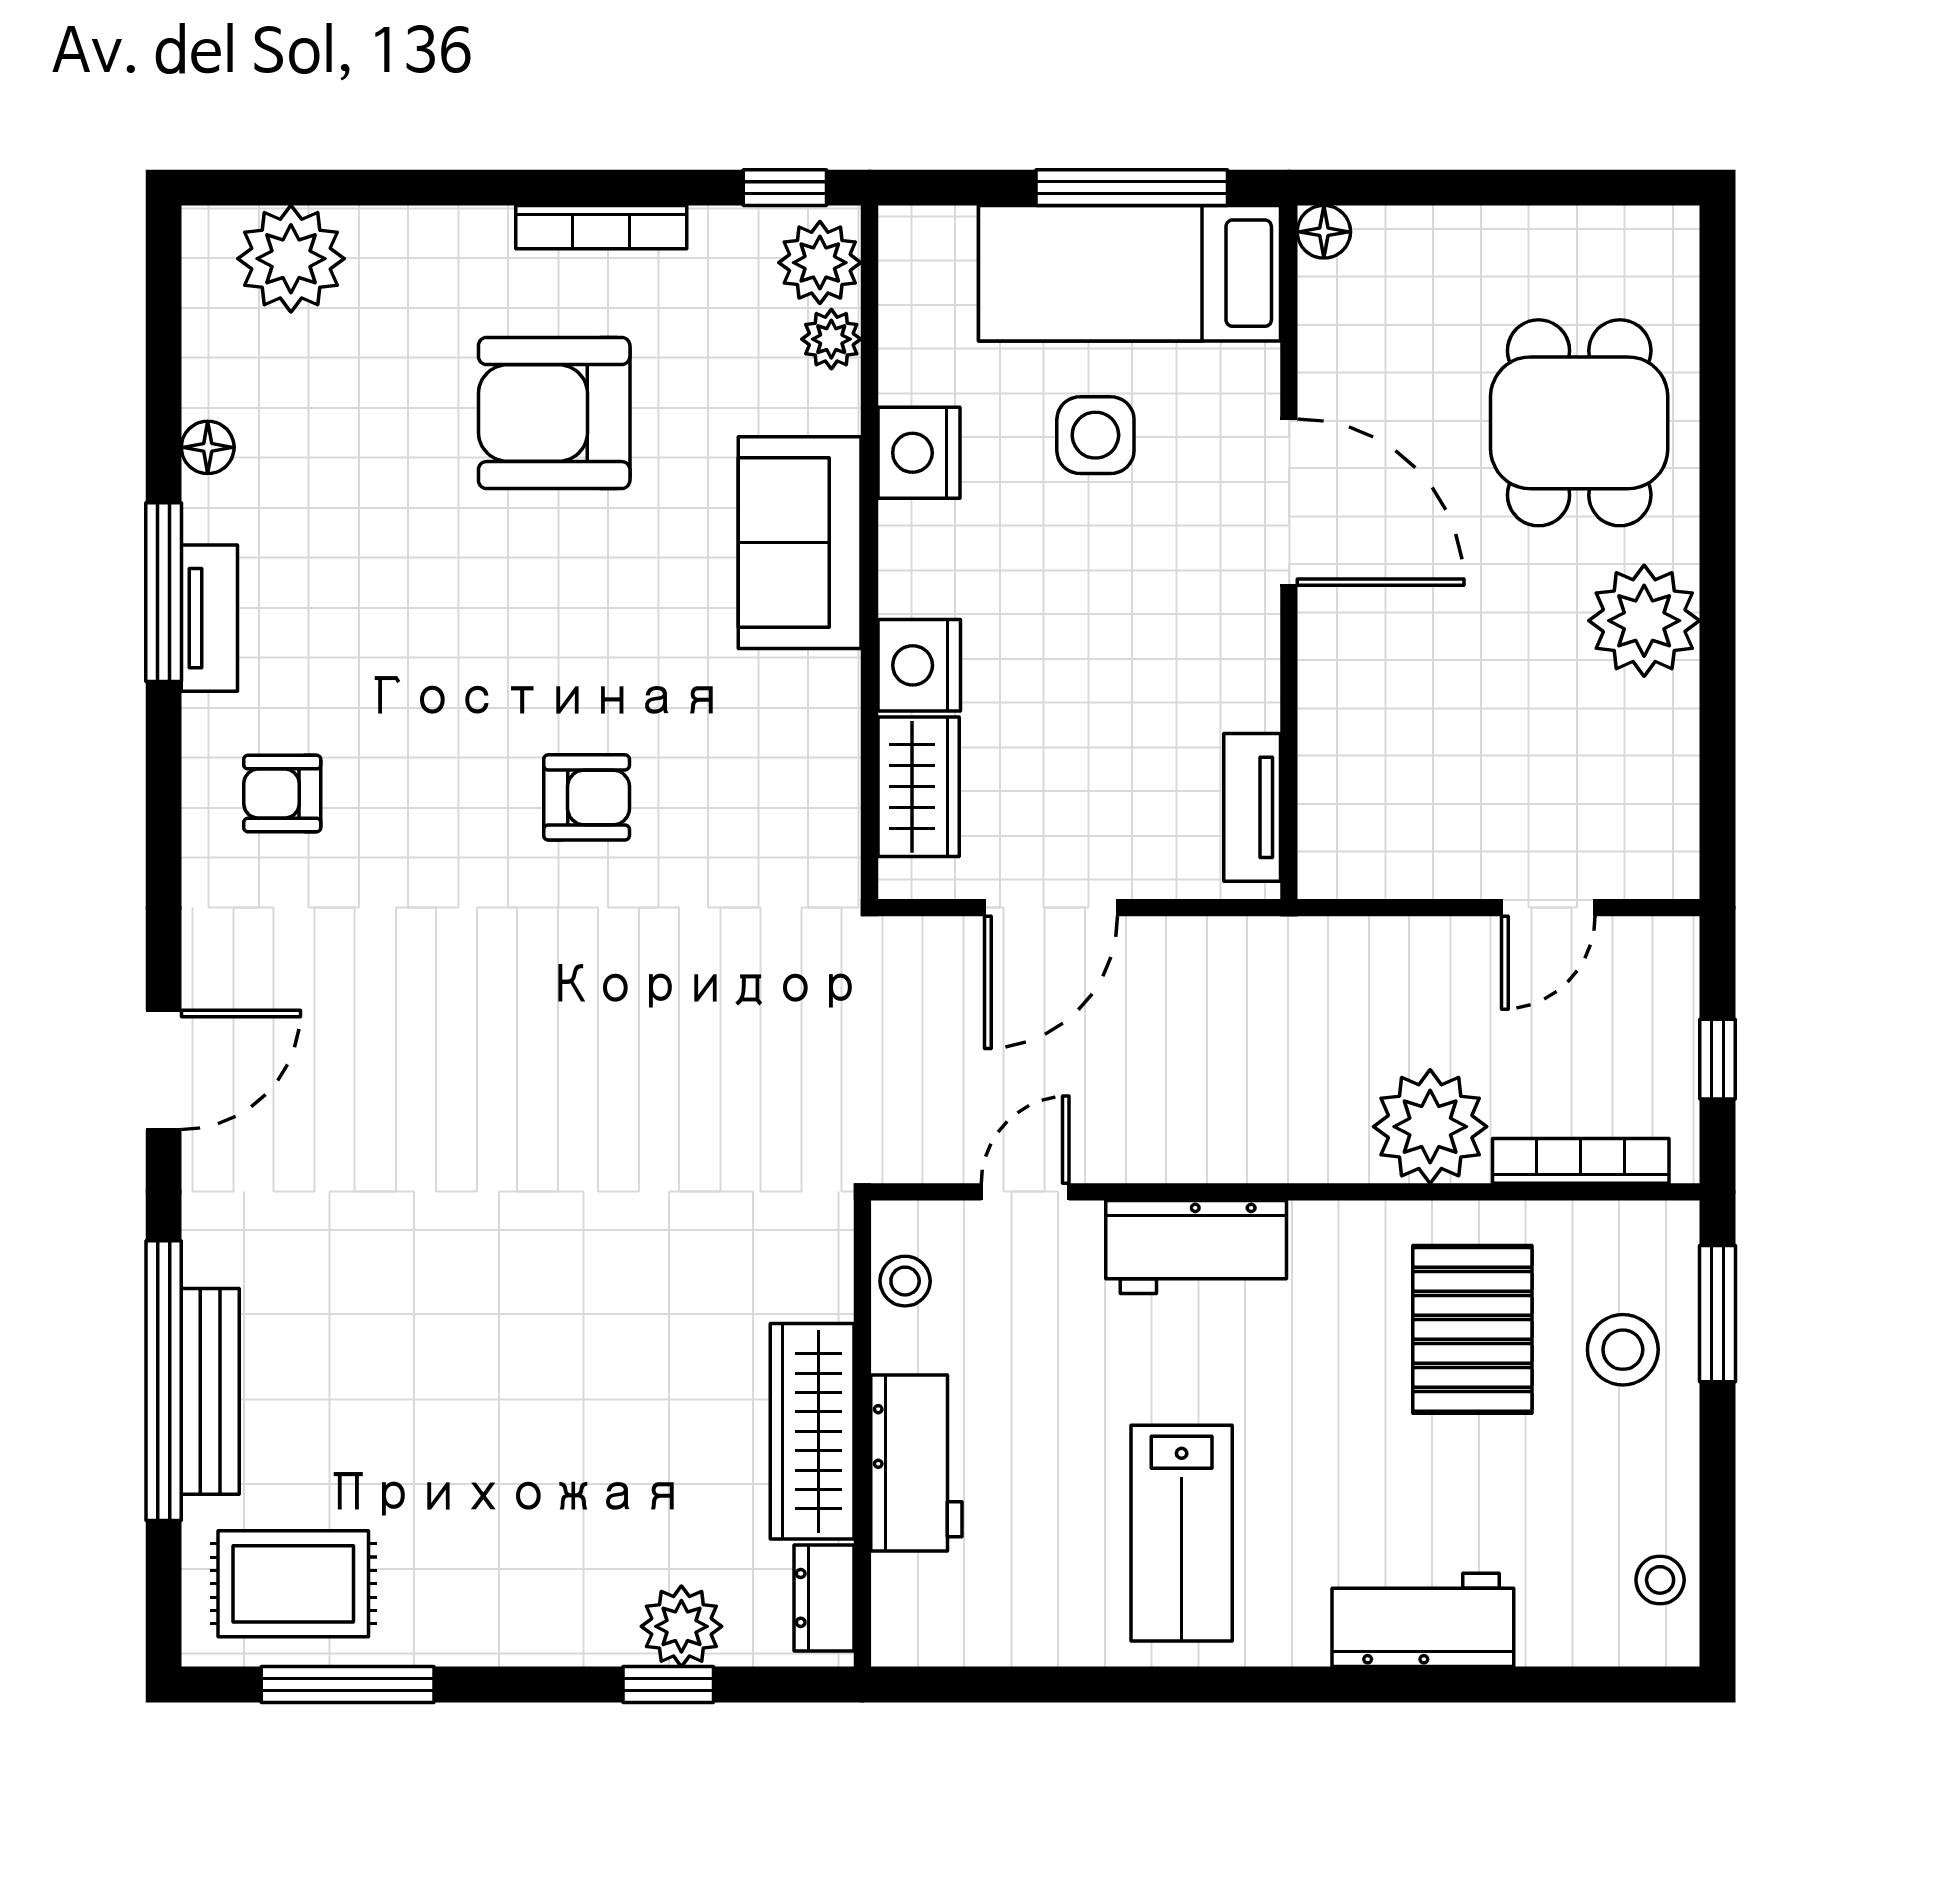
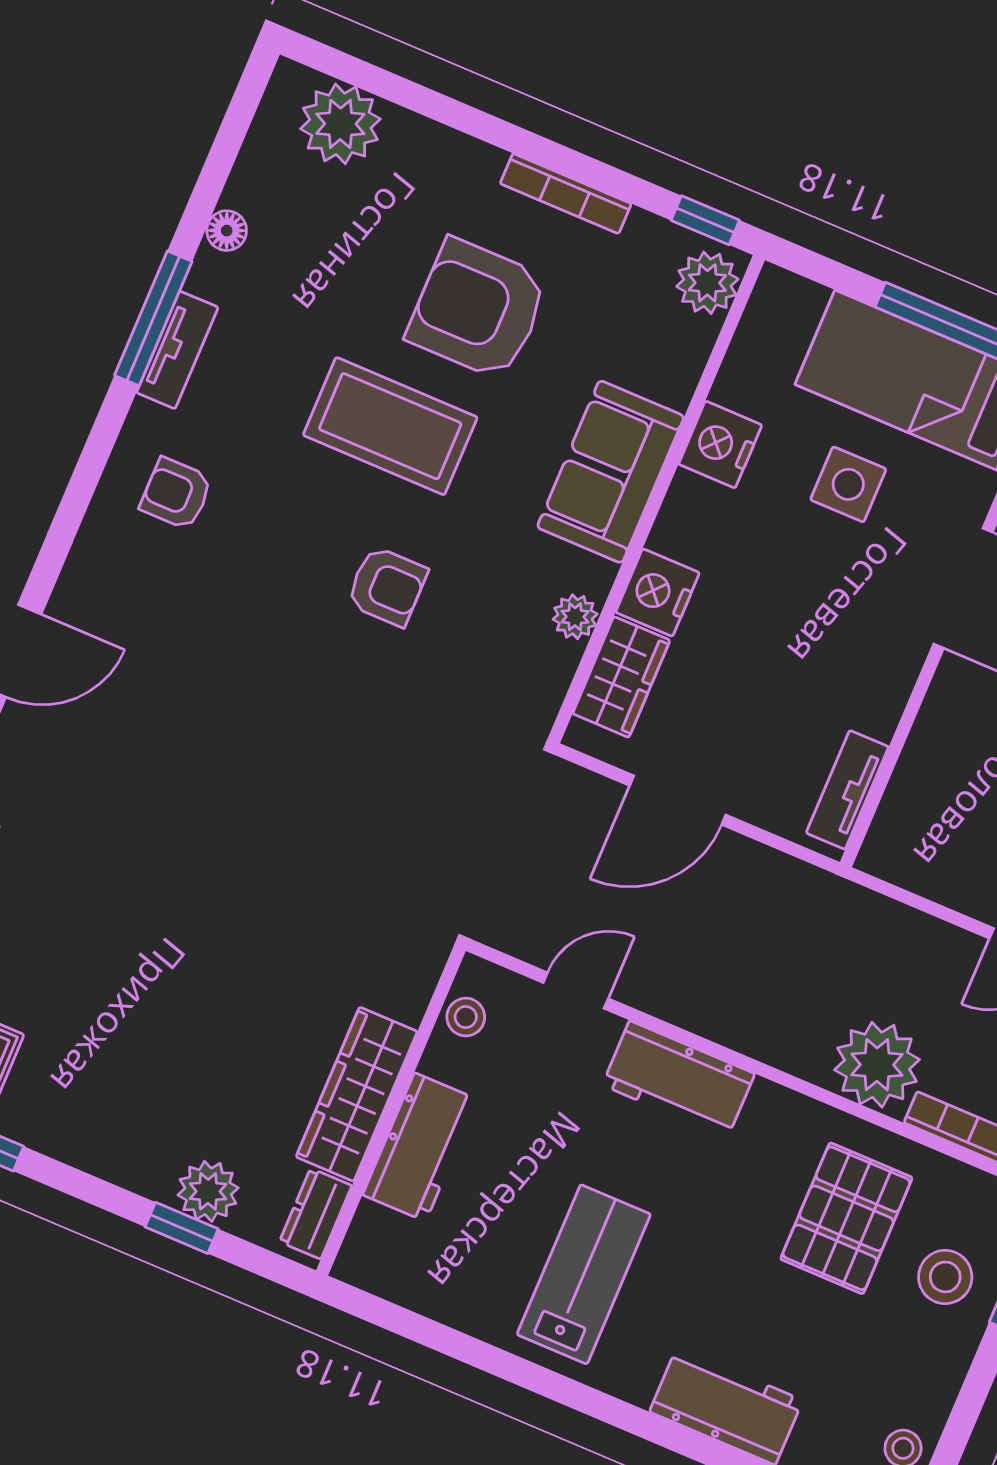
plant: (831, 339) -> (575, 617), moved
coffee table: (508, 601) -> (390, 426), added
lab bench: (1182, 1533) -> (584, 1274), turned 180

